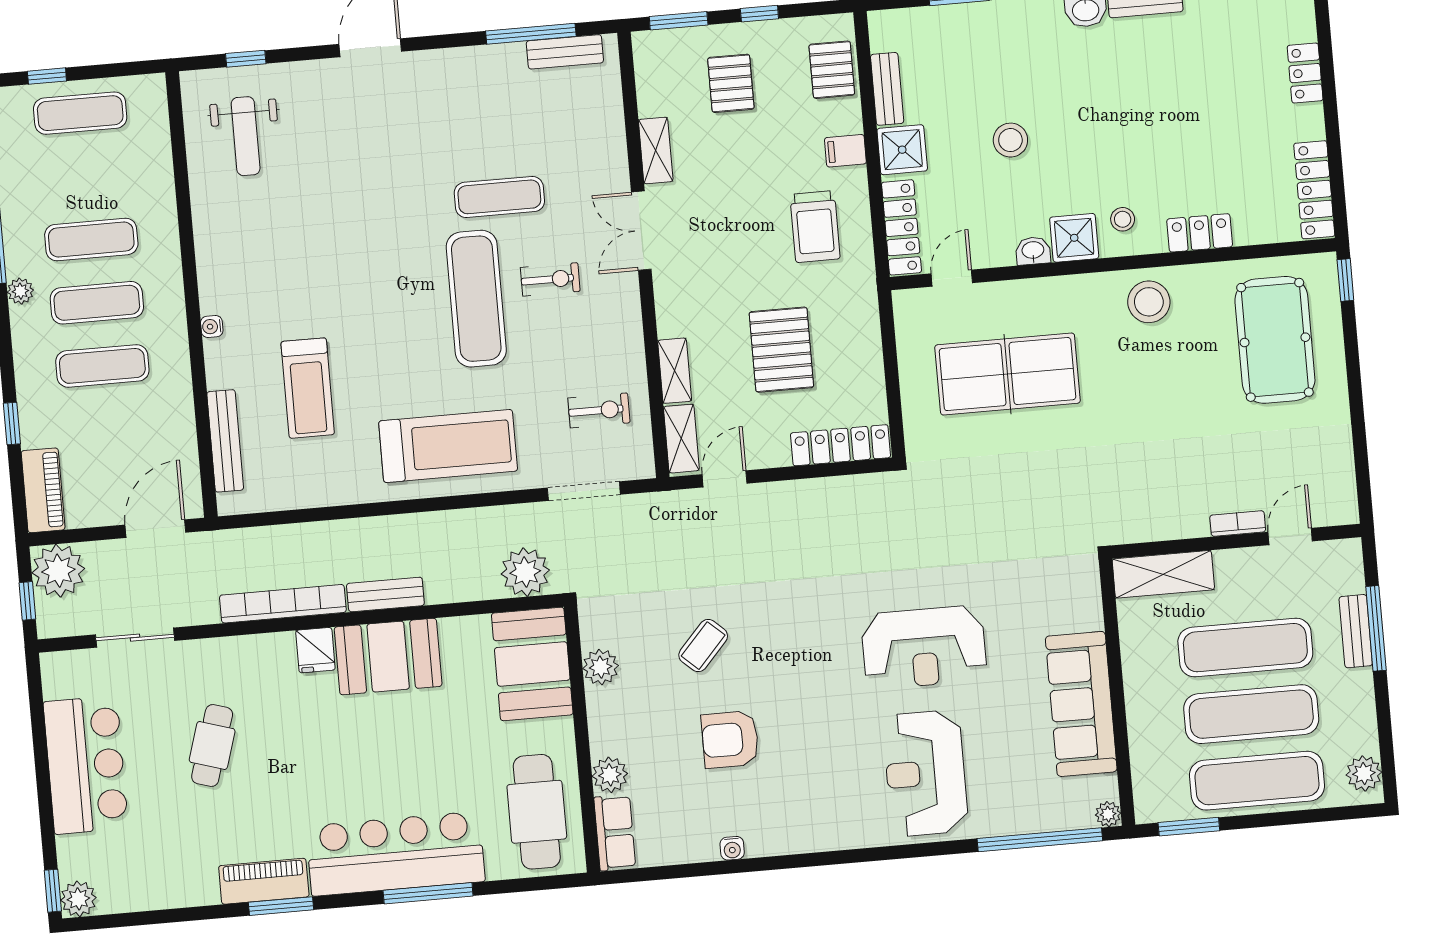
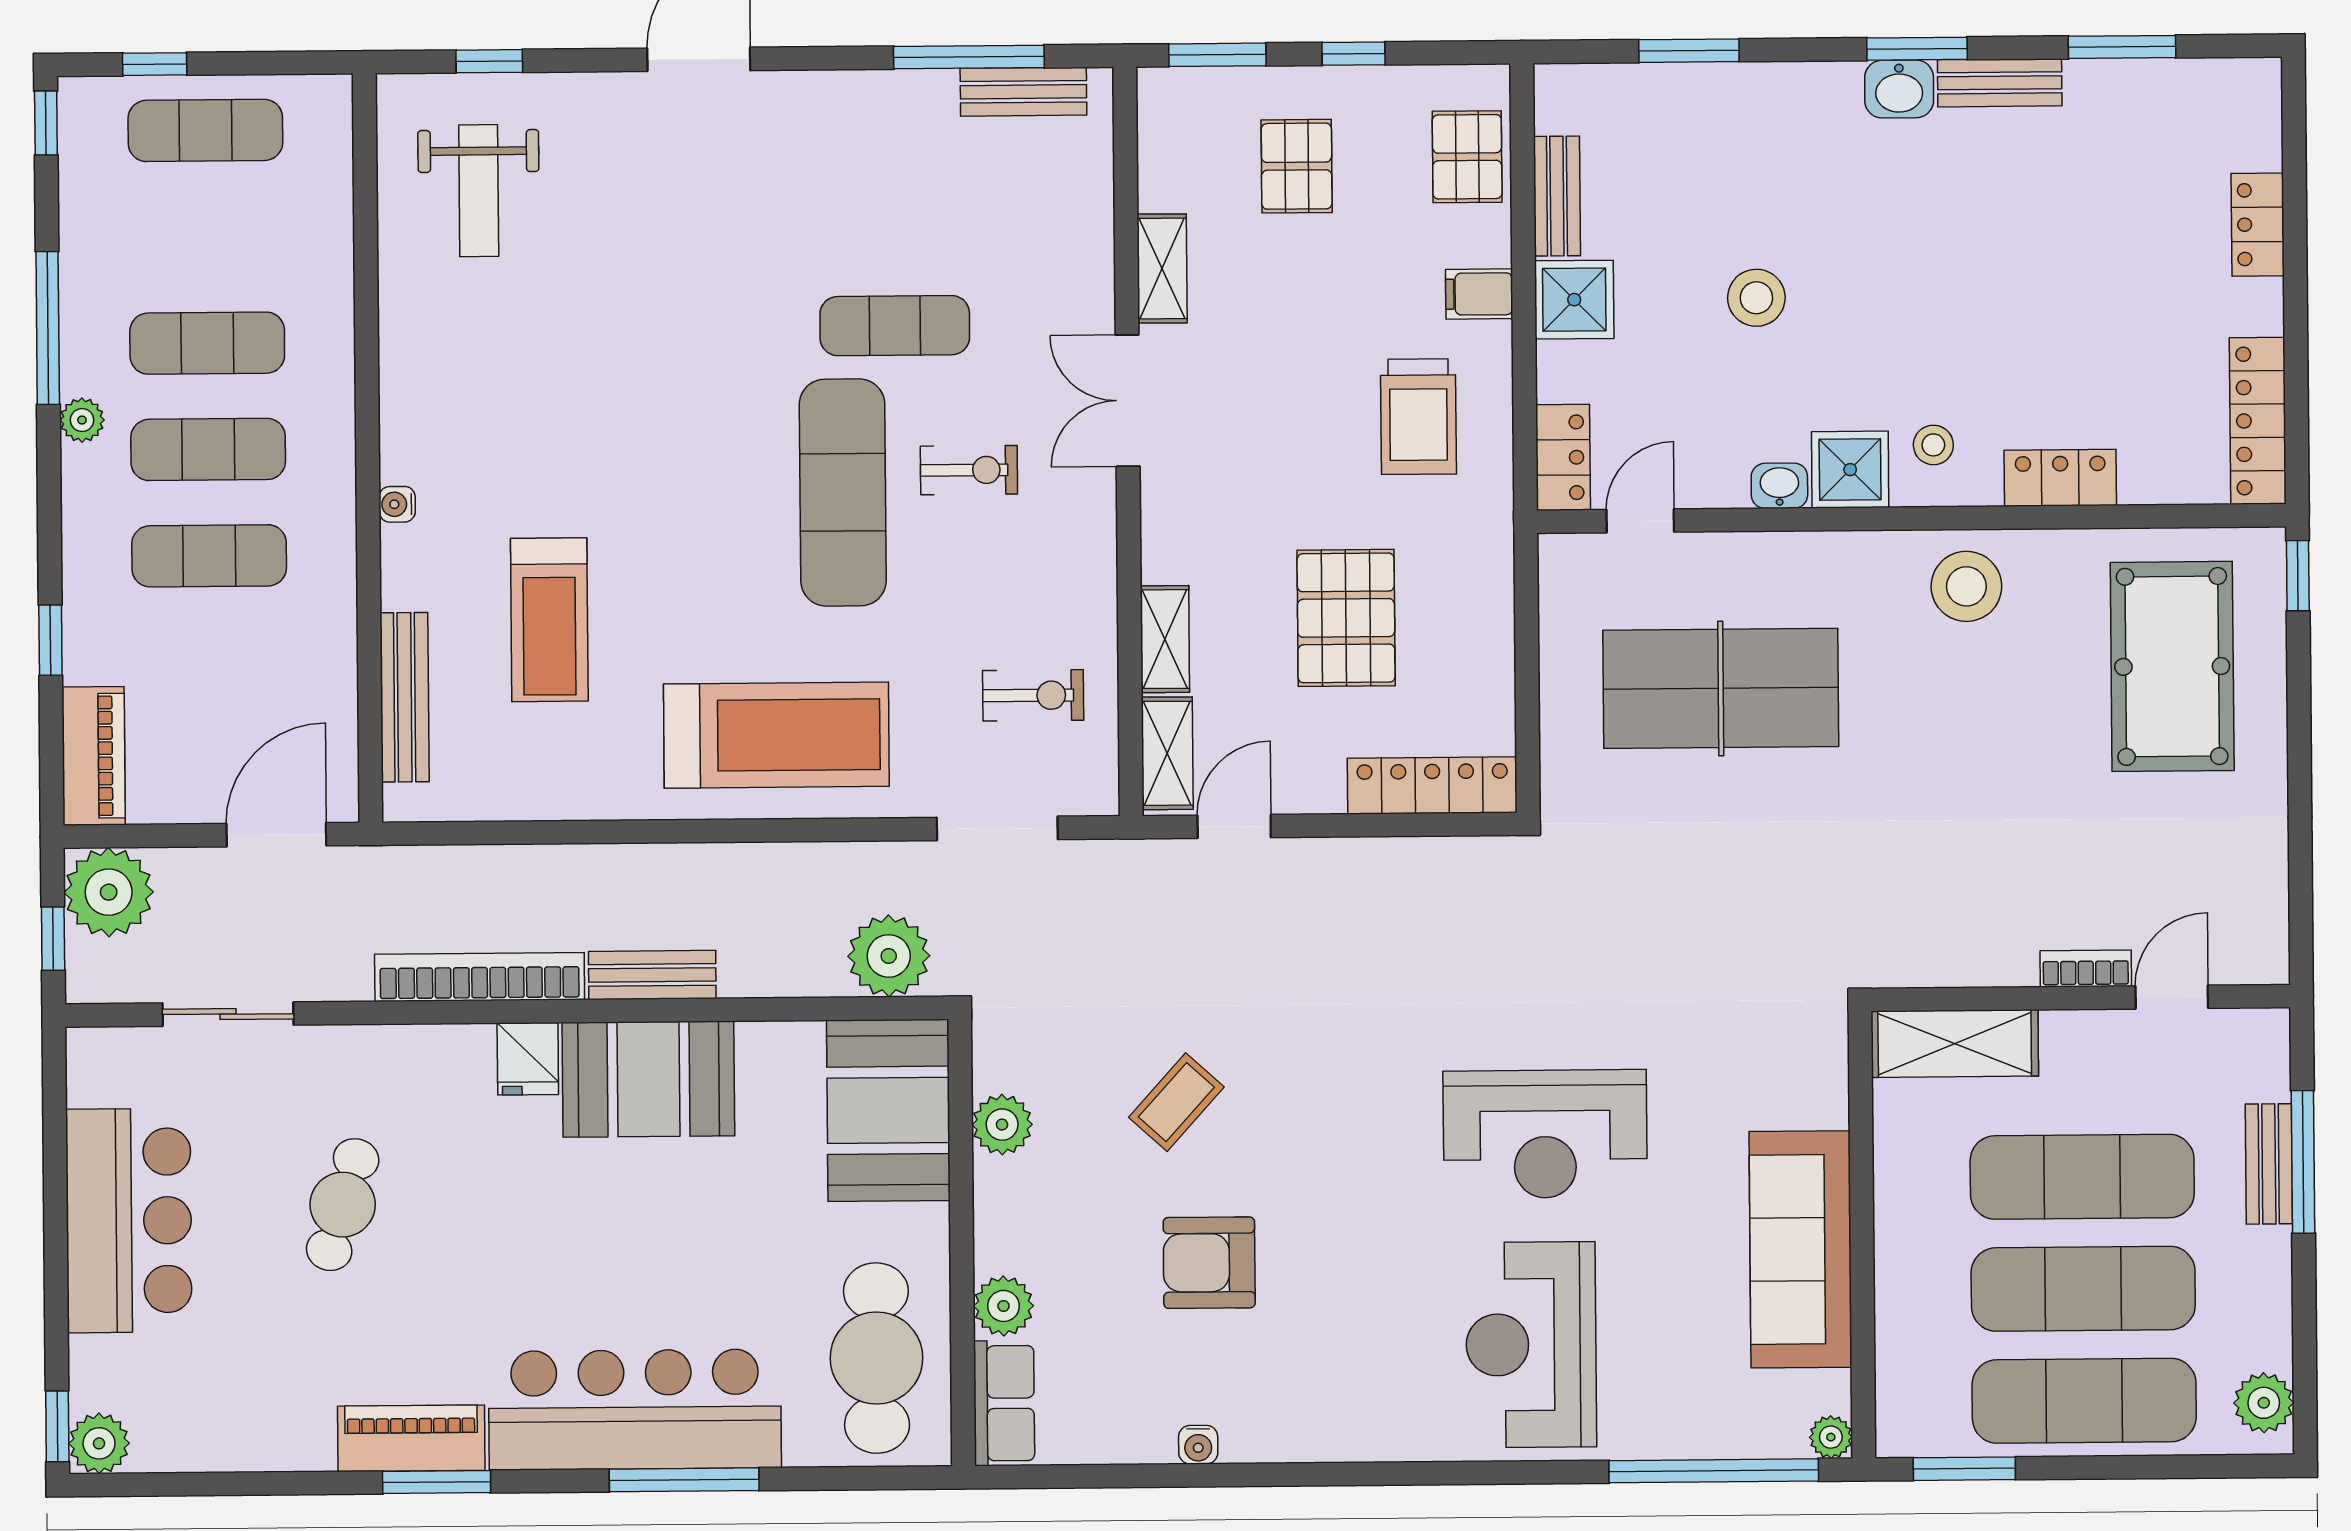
locker: (901, 227) -> (1563, 457), width x0.66

